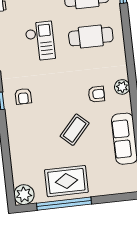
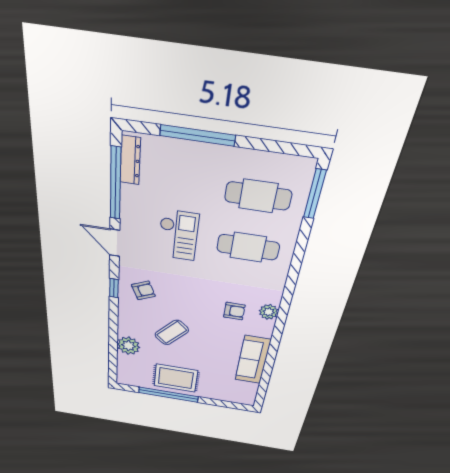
armchair: (23, 96) -> (143, 290), turned -114
coffee table: (75, 130) -> (172, 333), moved
plant: (24, 195) -> (128, 346), moved

